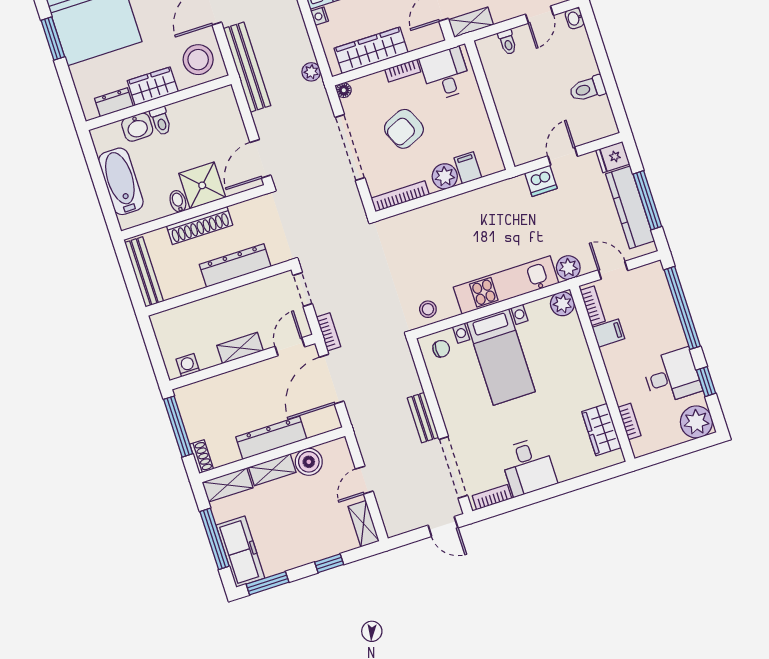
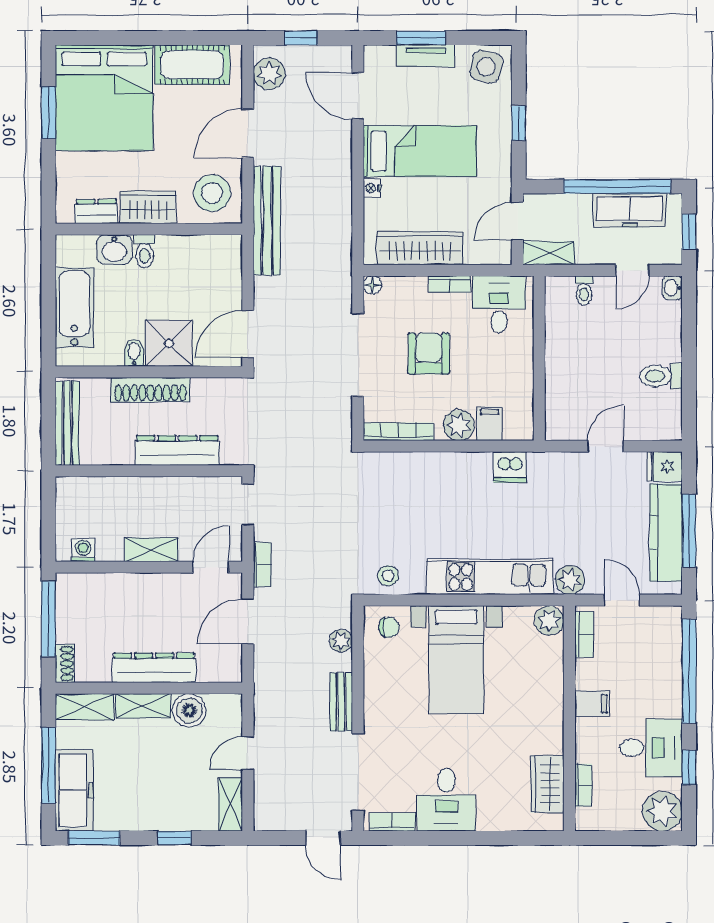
plant: (311, 72) -> (341, 641), moved
armchair: (404, 129) -> (429, 353), turned 114
dishwasher: (541, 181) -> (510, 467), moved
filing cabinet: (608, 333) -> (592, 704), moved
door: (332, 379) -> (248, 621), width x0.73

